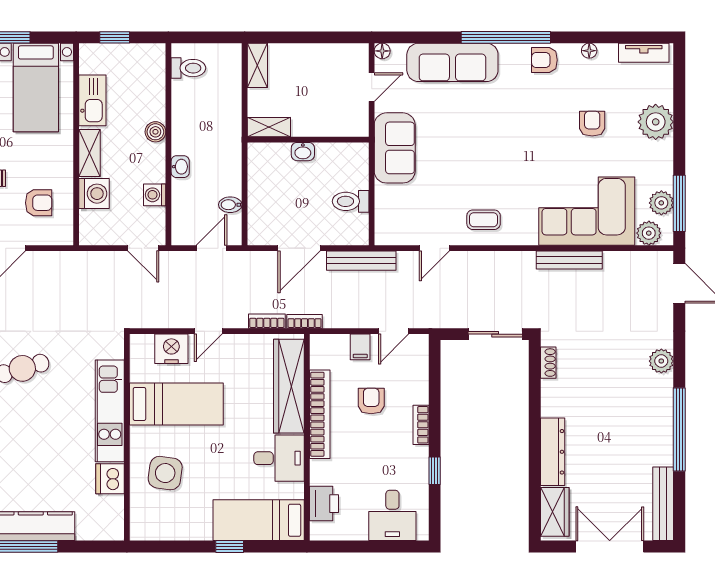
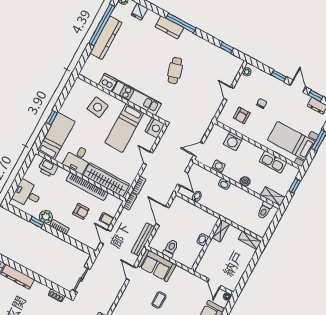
sofa: (395, 148) -> (157, 265), moved
shelving: (89, 153) -> (273, 196), moved
coffee table: (484, 220) -> (159, 300), moved
nightstand: (171, 349) -> (155, 128), moved
plant: (416, 460) -> (46, 217), added

